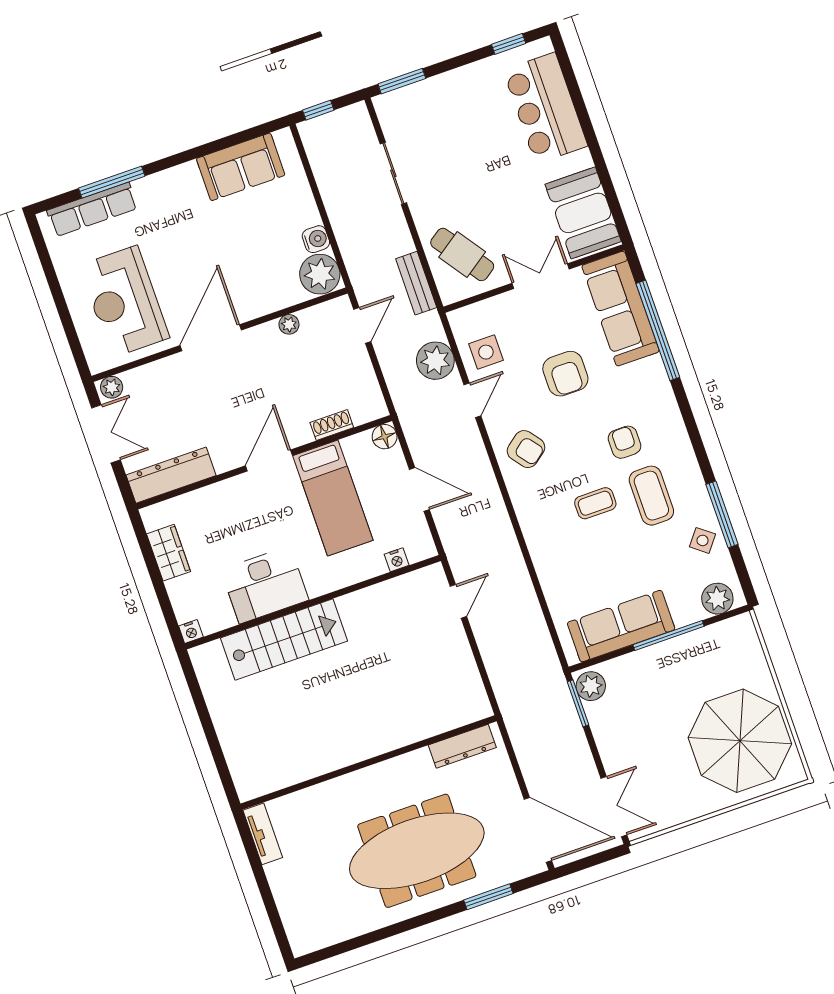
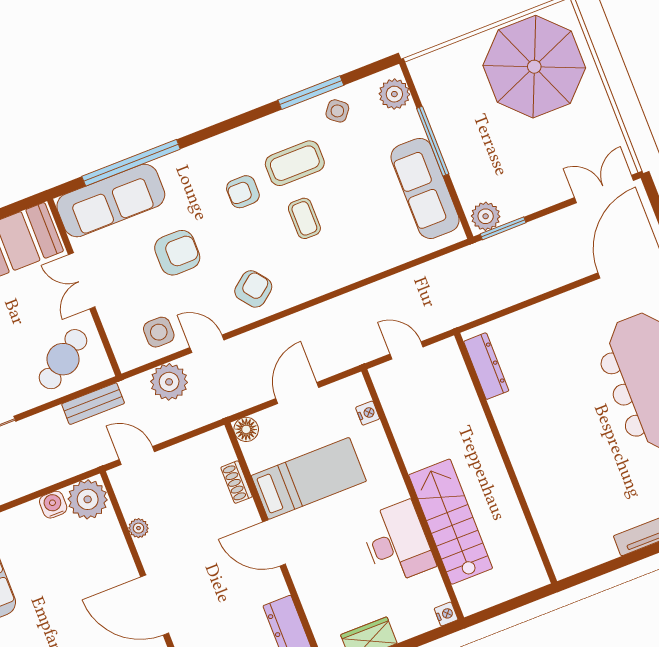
dresser: (462, 746) -> (486, 366), moved
wall: (369, 762) -> (506, 458), moved

